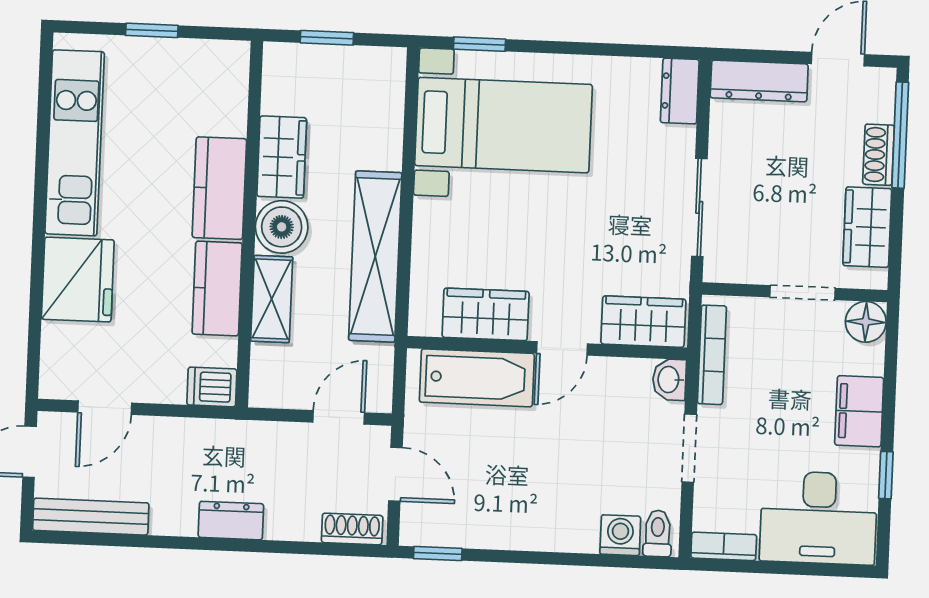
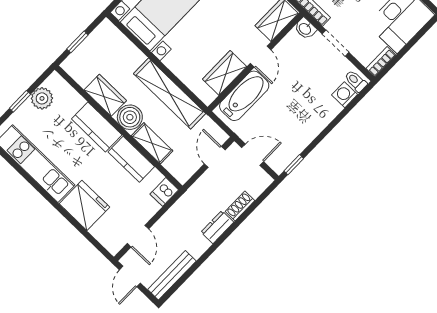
plant: (187, 61) -> (42, 98), added
shoe rack: (352, 529) -> (240, 206), moved

